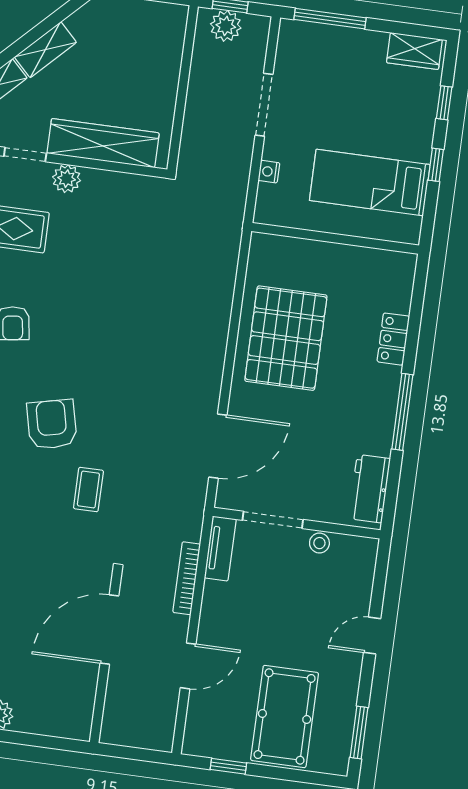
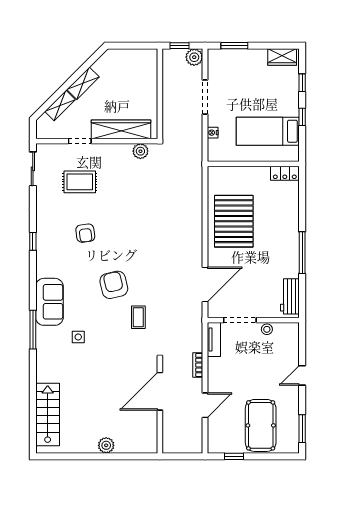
window: (330, 19) -> (234, 46), width x0.69
plant: (226, 26) -> (194, 57), moved
plant: (67, 179) -> (140, 151), moved
locker: (393, 339) -> (285, 173), moved, turned -90
bookcase: (187, 578) -> (198, 365), width x0.64

